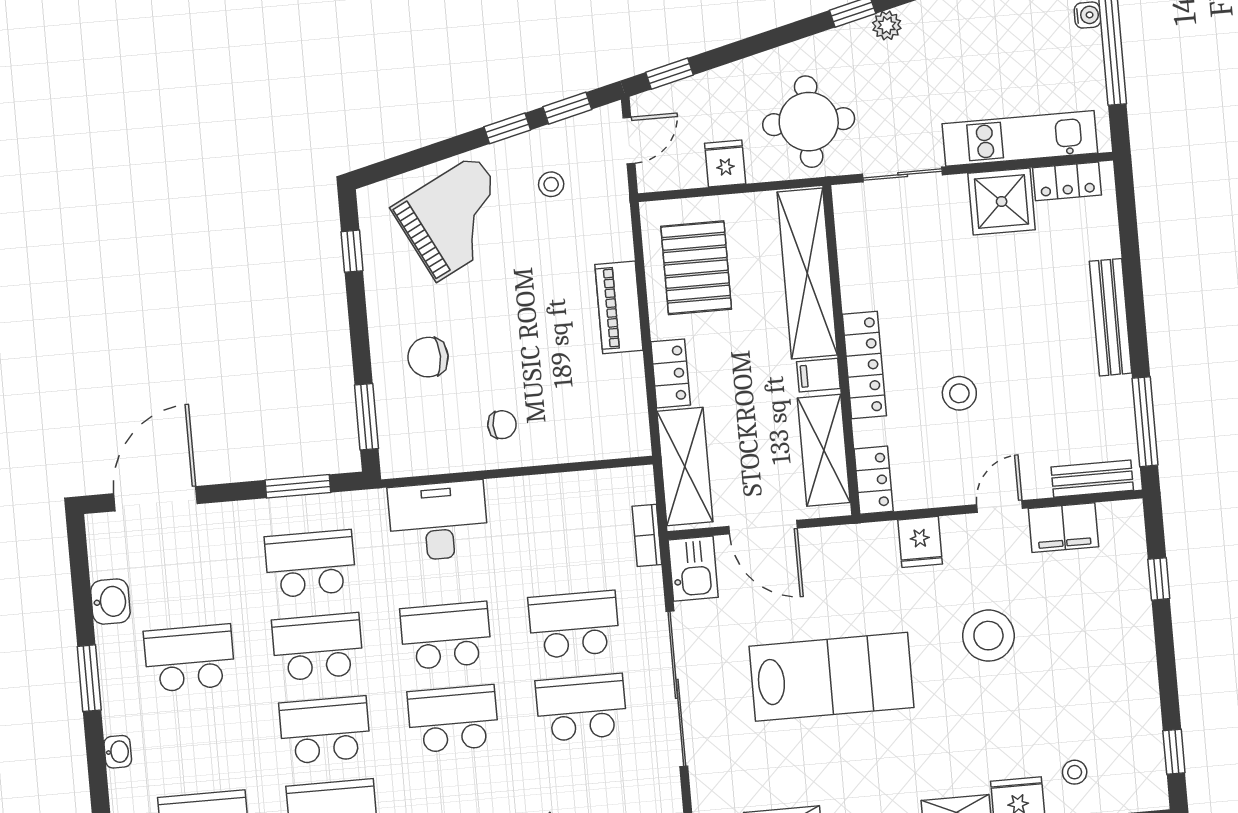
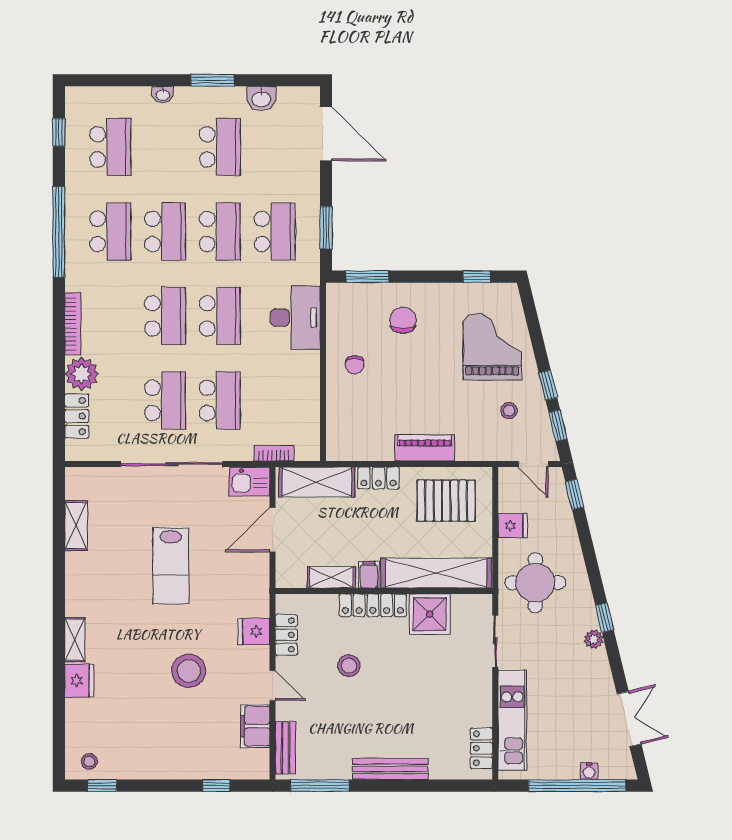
shower: (1002, 201) -> (430, 614), moved
grand piano: (456, 218) -> (492, 347), turned -153
shelving: (824, 450) -> (331, 577), width x0.67, depth x0.75
locker: (874, 480) -> (286, 635), moved, turned -90
lab bench: (831, 677) -> (171, 566), width x0.73, depth x0.72
stool: (1075, 772) -> (89, 761), moved

